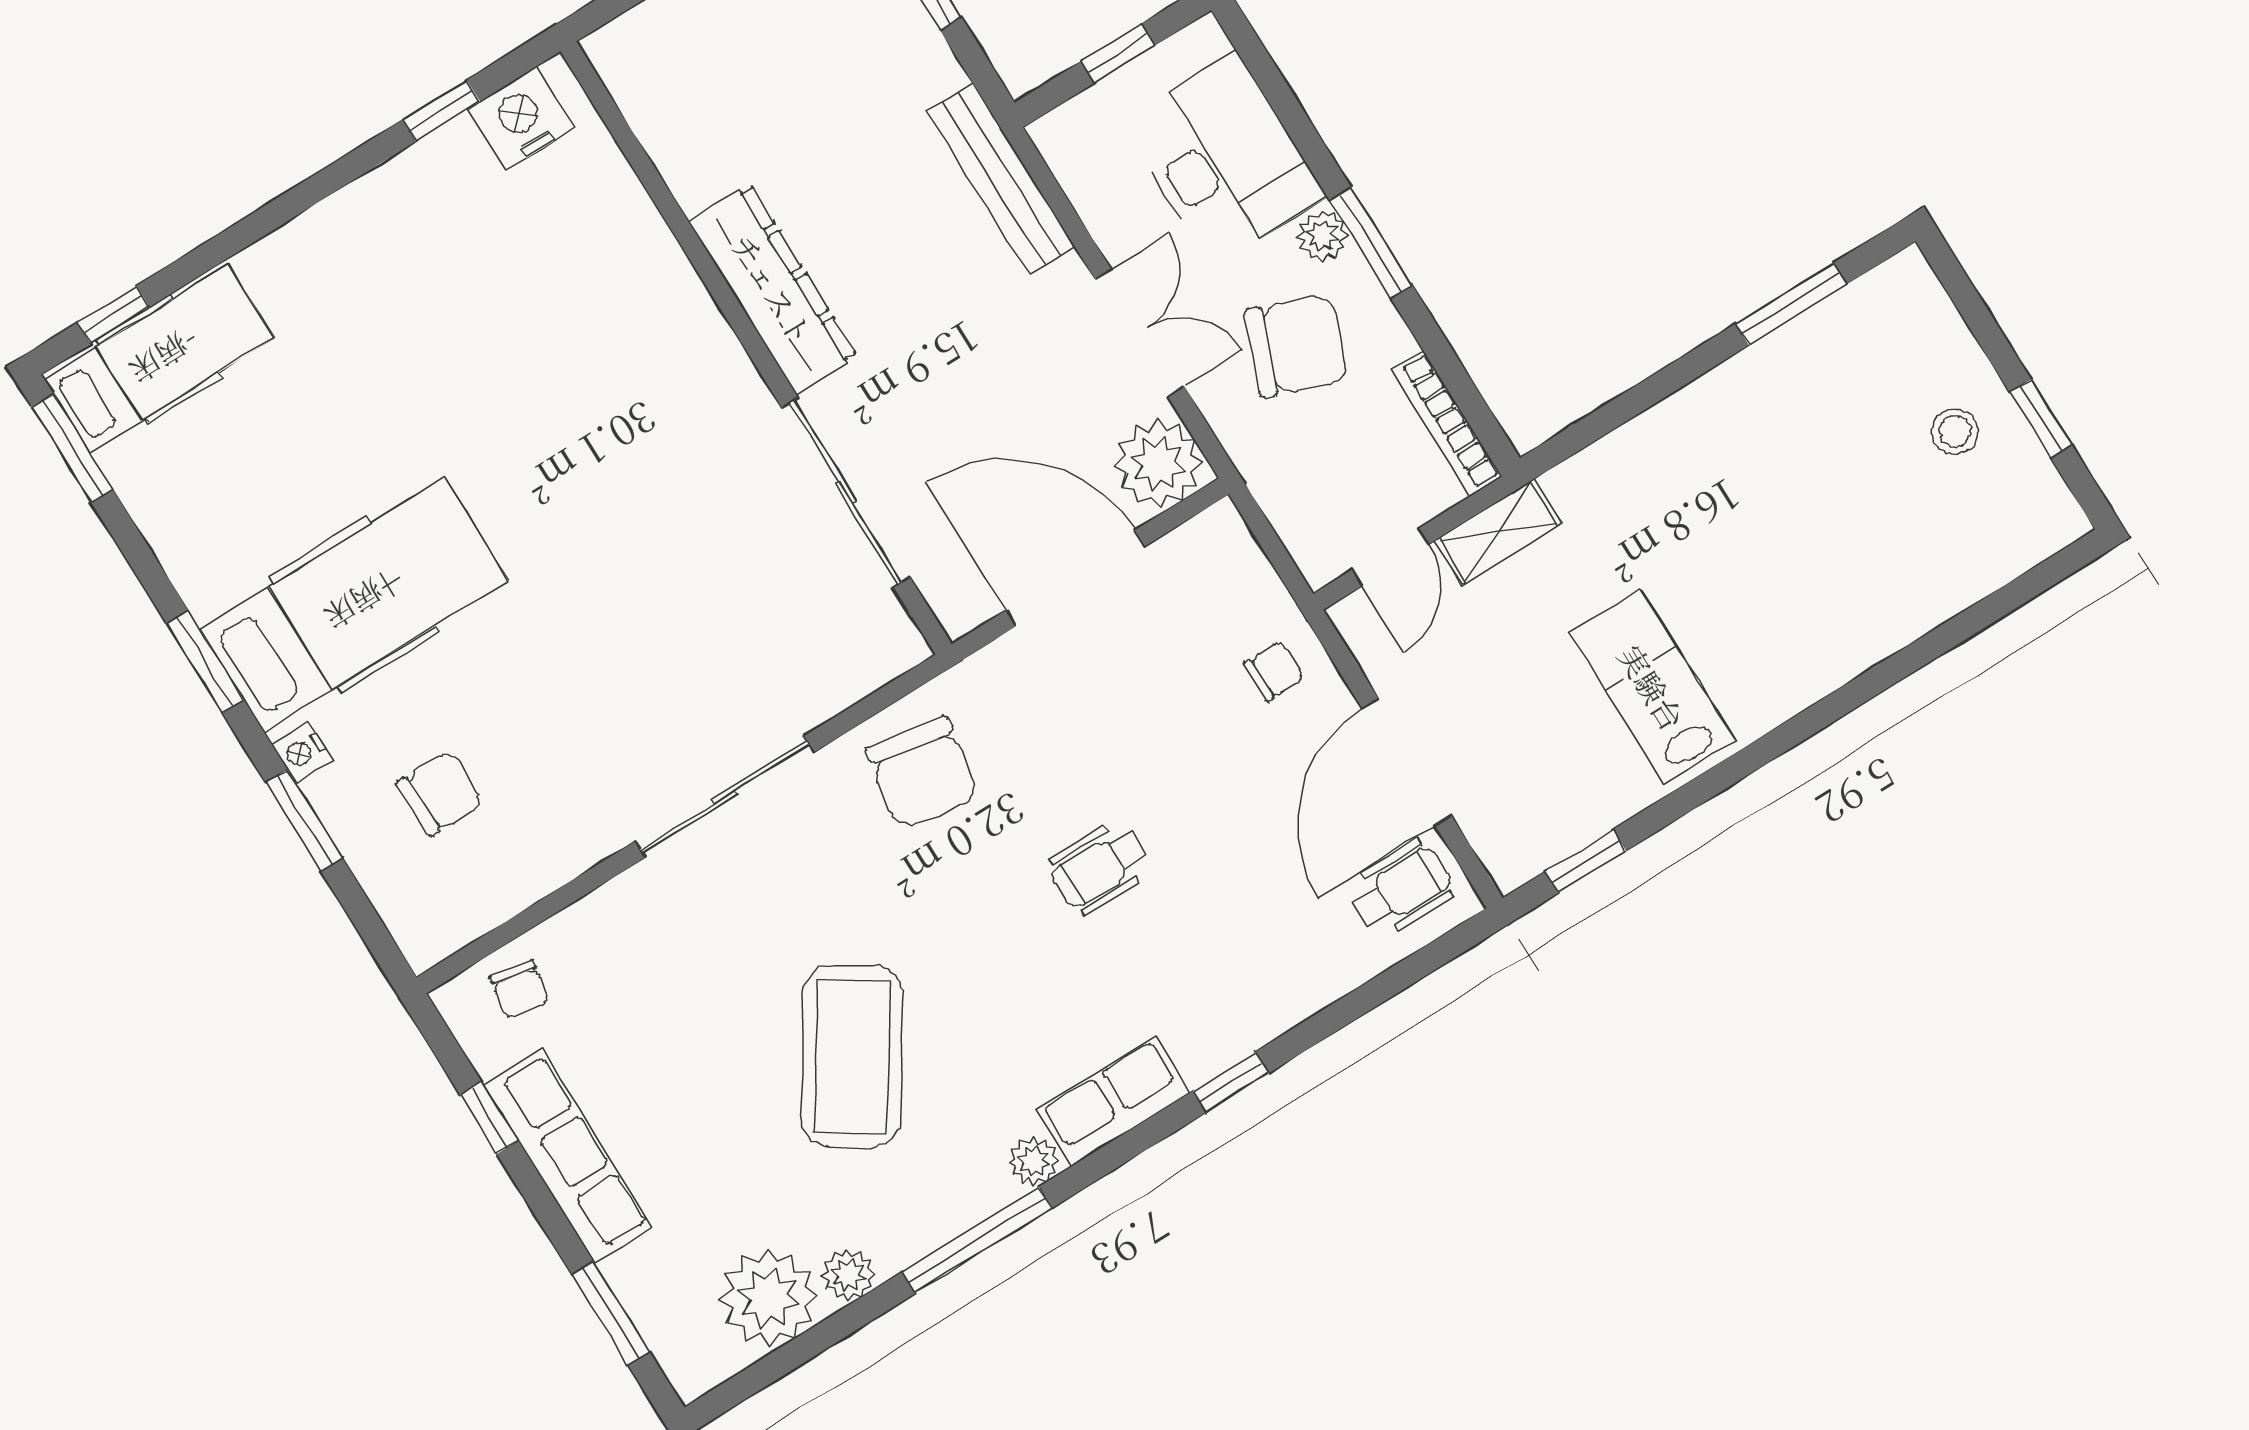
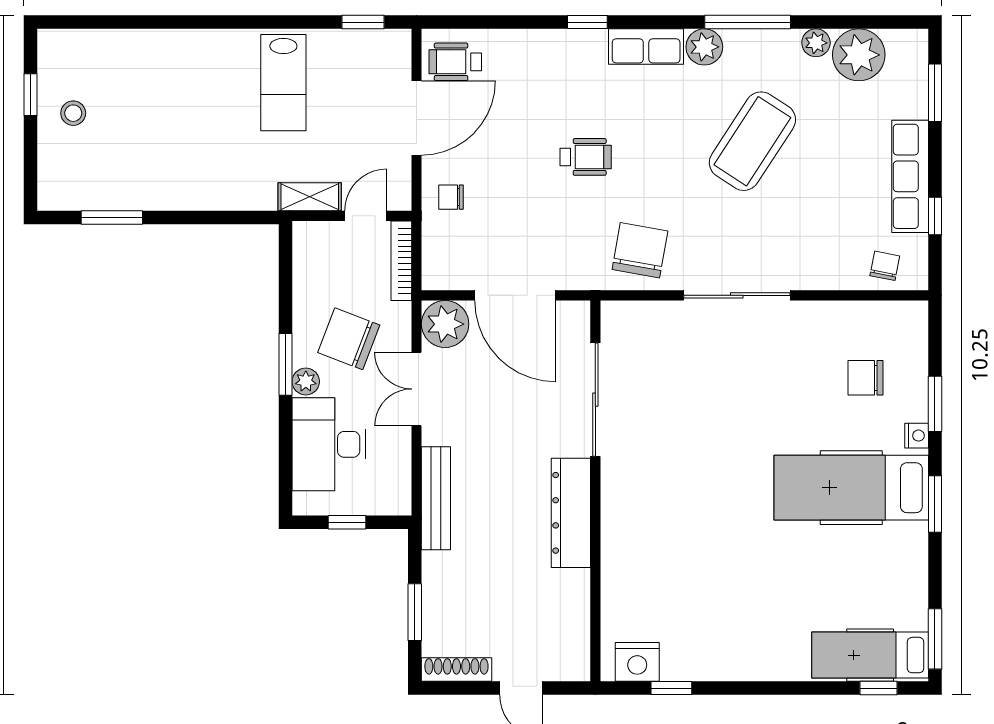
bookcase: (1446, 424) -> (401, 261), moved, turned 180
plant: (1034, 1161) -> (704, 47), width x1.38, depth x1.38

